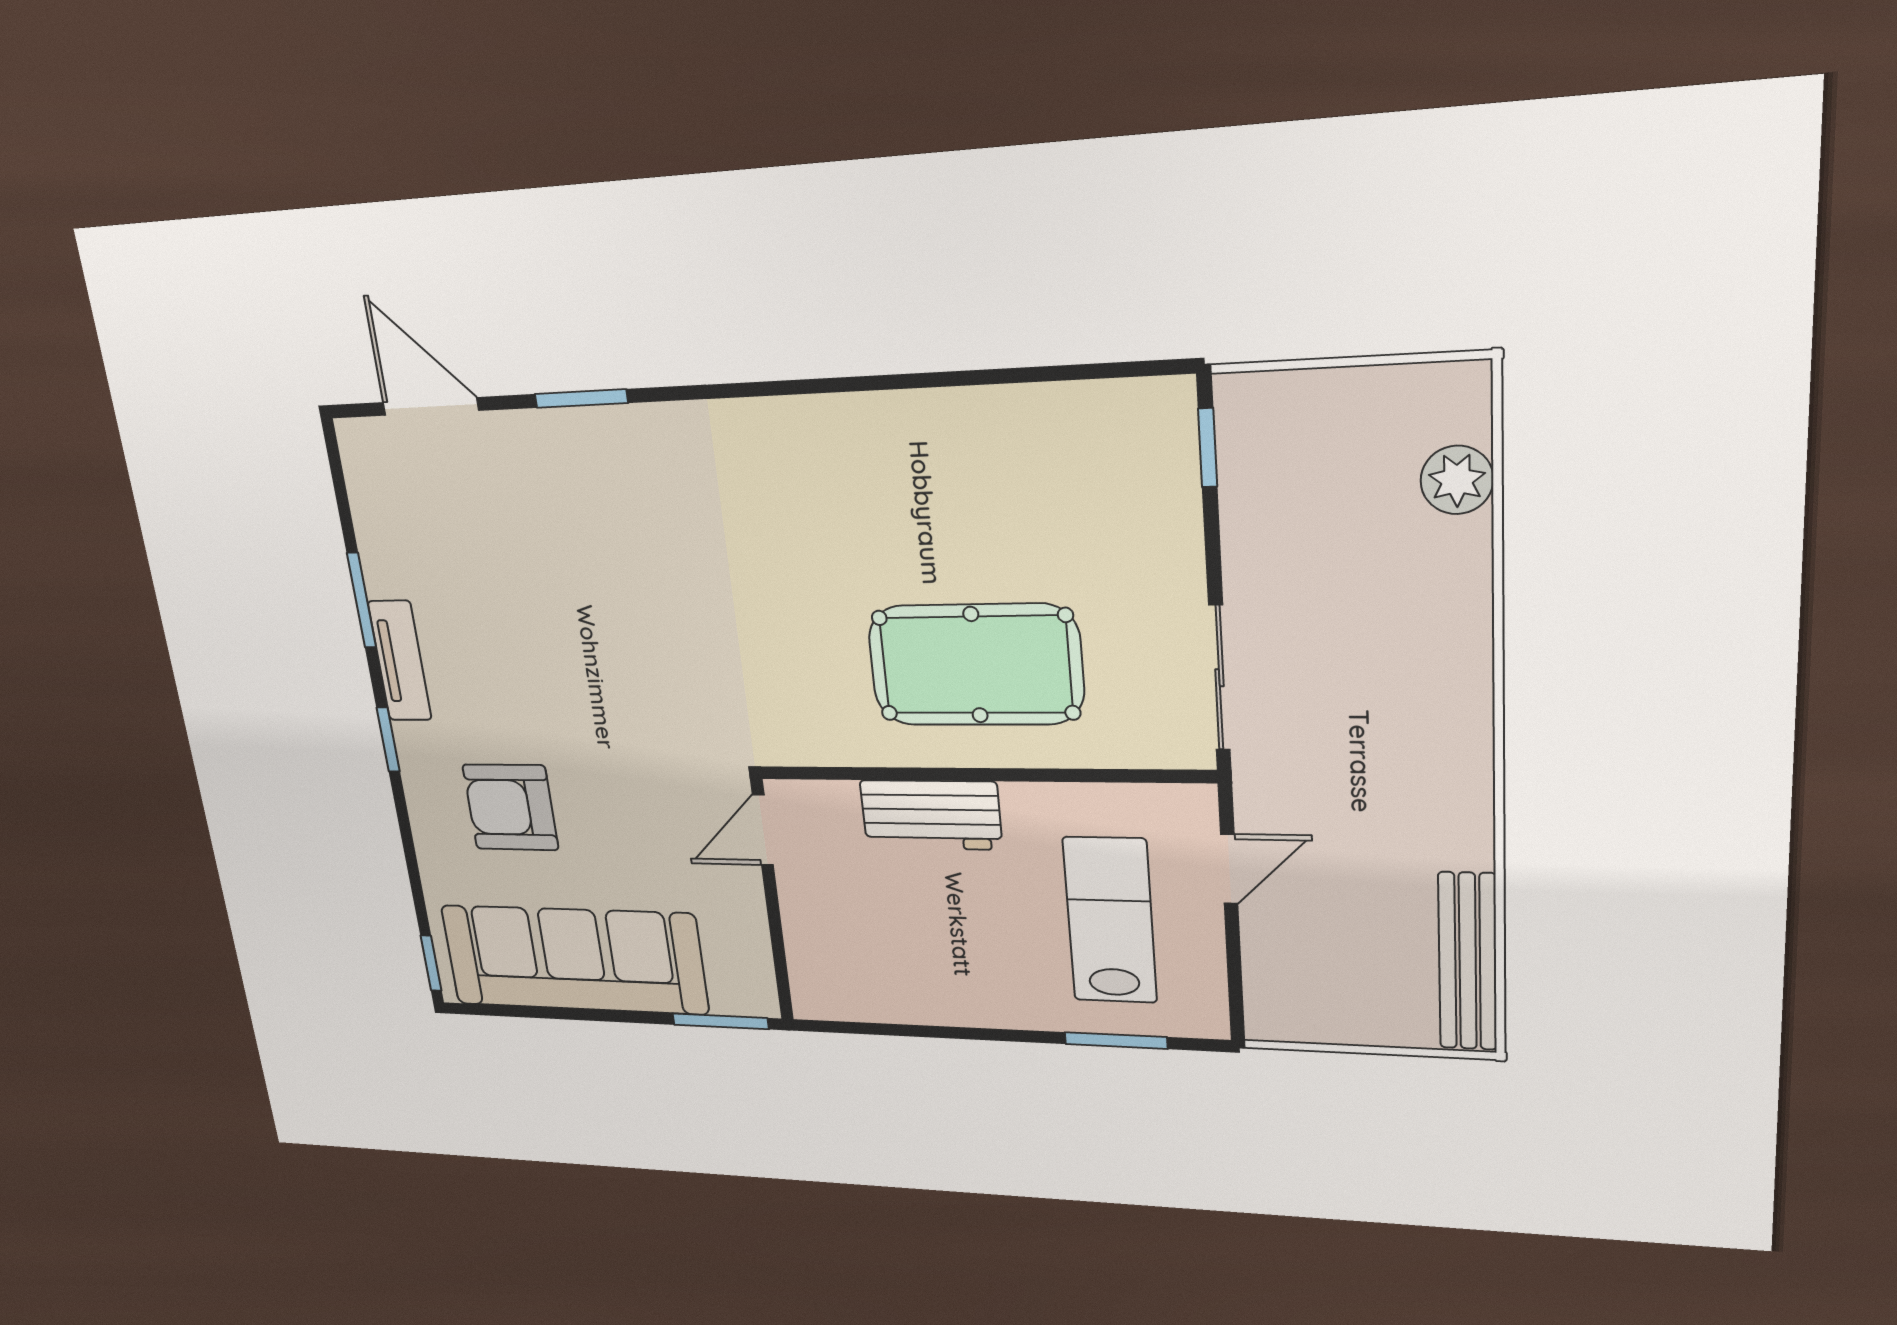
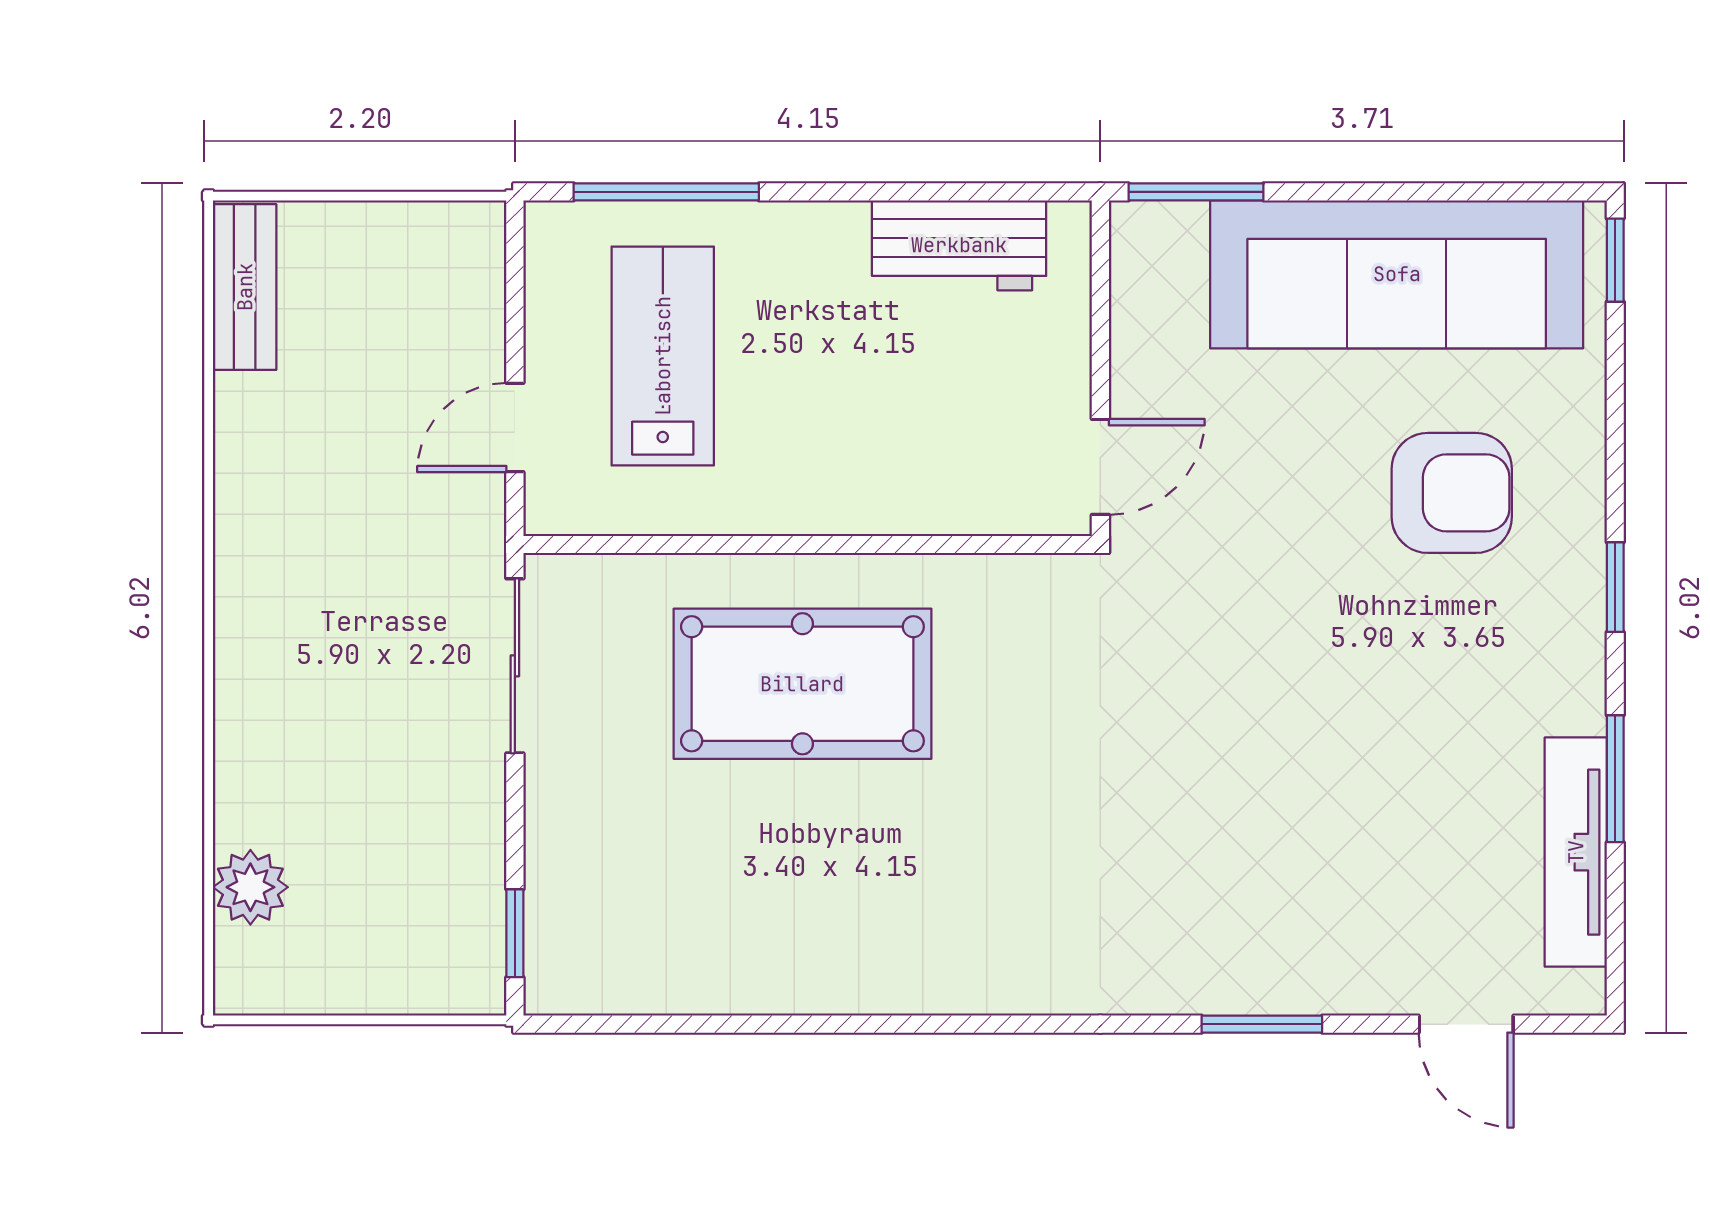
door: (431, 406) -> (1466, 1024), width x0.73
tv unit: (400, 661) -> (1576, 852), moved, width x1.41
workbench: (931, 815) -> (959, 245), moved, turned 180
lab bench: (1110, 920) -> (663, 356), turned 180
bench: (1468, 962) -> (245, 287), width x0.73
window: (1116, 1041) -> (666, 192), width x1.44

